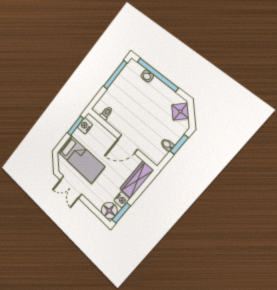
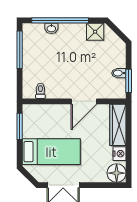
shower: (180, 112) -> (95, 32), moved, turned 45
nightstand: (85, 126) -> (29, 119), removed
window: (179, 144) -> (129, 81), moved
window: (121, 213) -> (129, 165), removed

